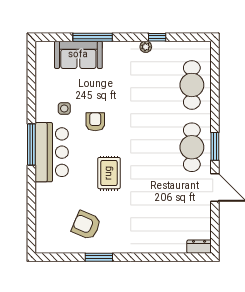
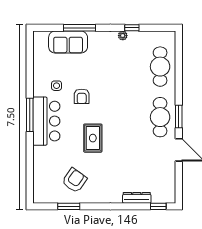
armchair: (95, 122) -> (82, 96), turned 180
armchair: (86, 225) -> (74, 180), turned 102
dresser: (199, 247) -> (137, 198), moved, width x1.44
window: (99, 257) -> (69, 206), moved
window: (190, 257) -> (158, 206), added

